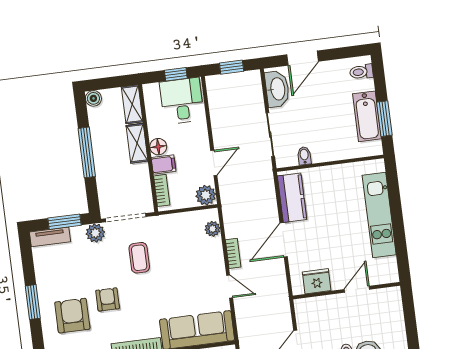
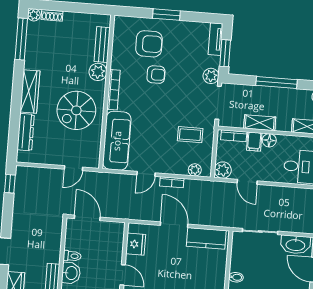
shelving: (137, 143) -> (260, 123), moved
bidet: (304, 156) -> (236, 277), moved
coffee table: (139, 258) -> (190, 135), moved

